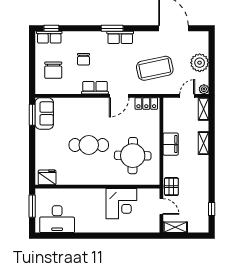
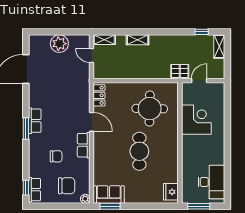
coffee table: (155, 68) -> (65, 87), removed
plant: (204, 89) -> (85, 199), moved
filing cabinet: (171, 144) -> (138, 72), removed
shelving: (175, 227) -> (219, 47), moved

